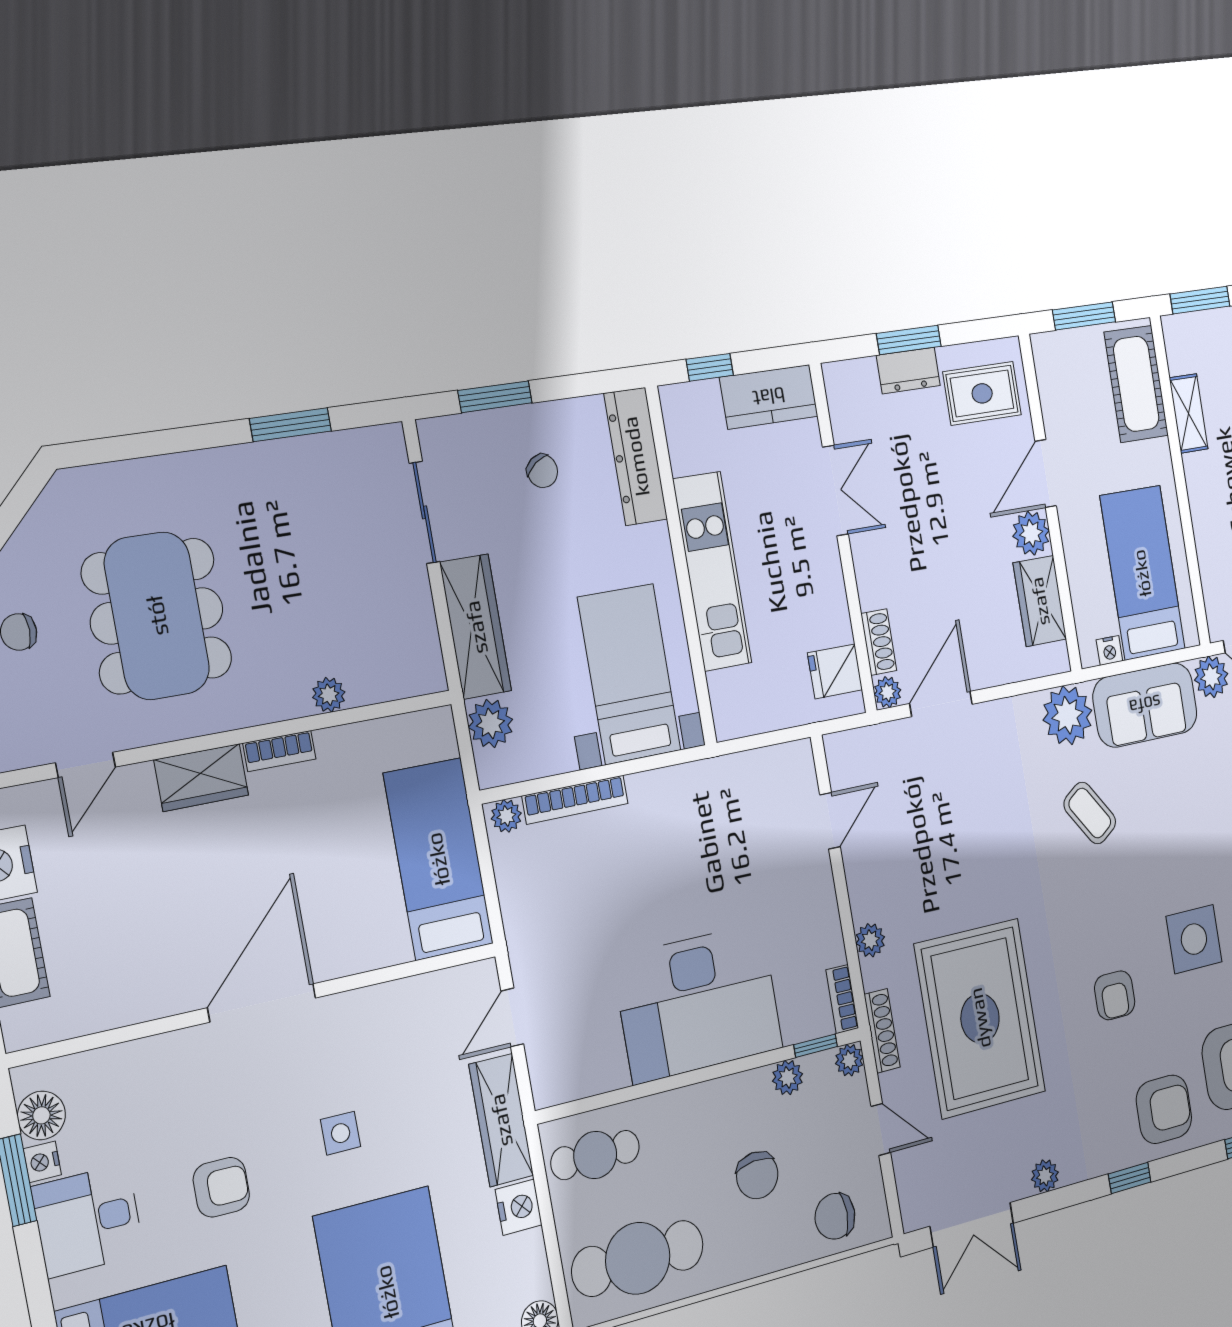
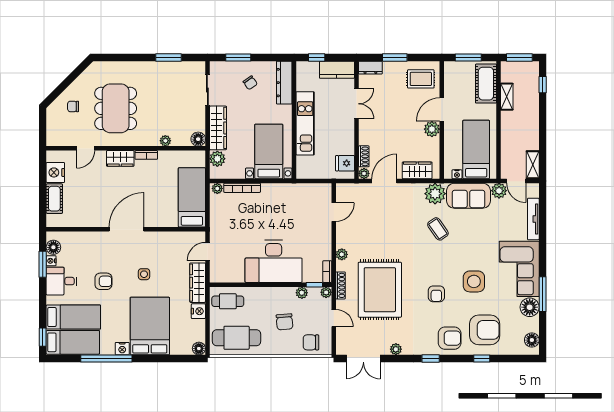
dresser: (908, 370) -> (370, 68), moved
wardrobe: (1040, 601) -> (417, 170), moved, turned 90
floor lamp: (425, 672) -> (198, 139), added

